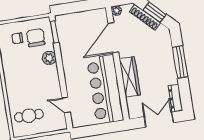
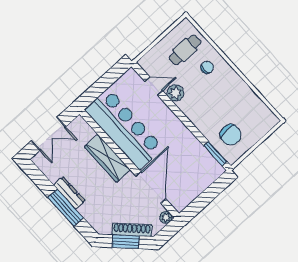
chair: (17, 38) -> (207, 67), moved
plant: (49, 58) -> (175, 93), moved
dresser: (175, 98) -> (69, 193), moved

